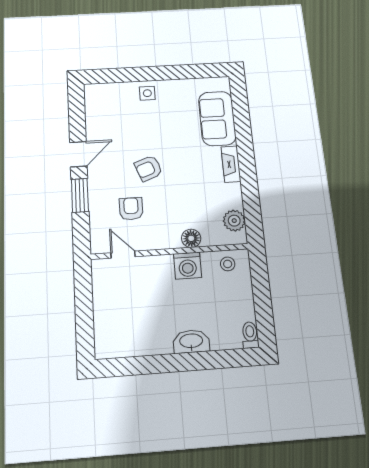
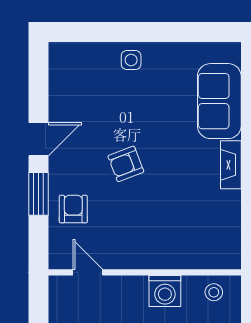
armchair: (131, 209) -> (73, 209), moved
plant: (234, 221) -> (227, 239), removed
floor lamp: (191, 238) -> (172, 258), removed

